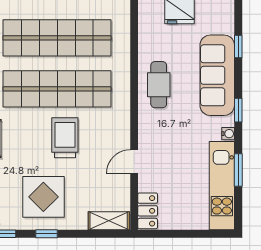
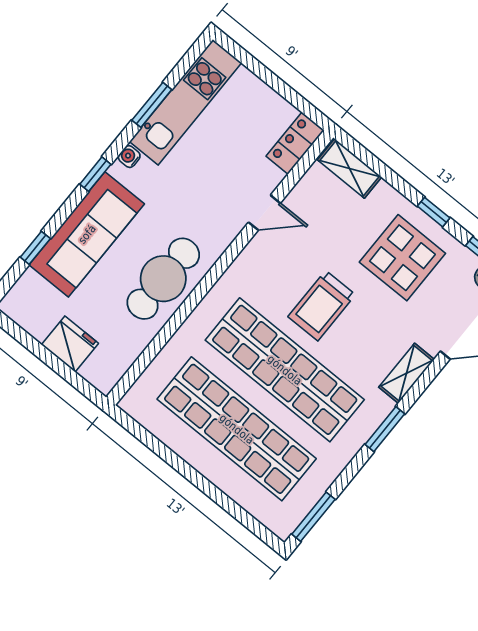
cafe table: (159, 85) -> (163, 279), width x1.37, depth x1.35

